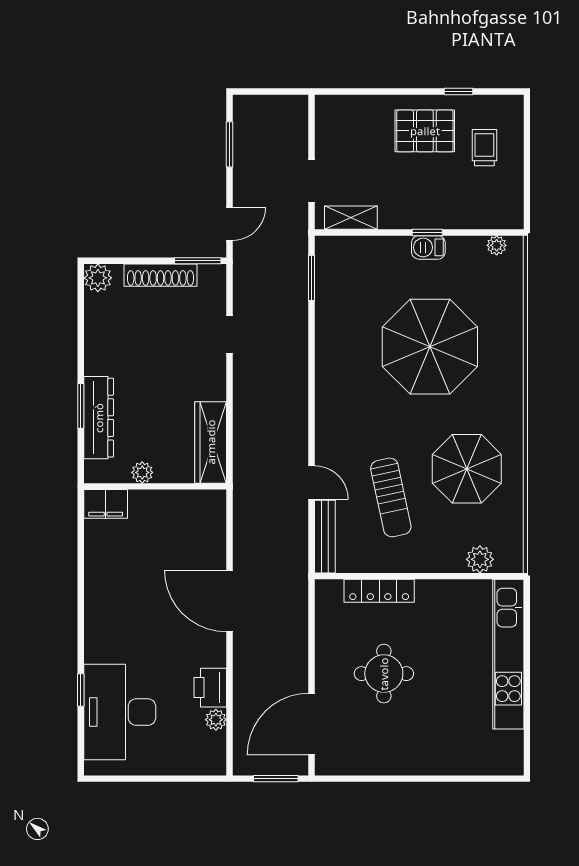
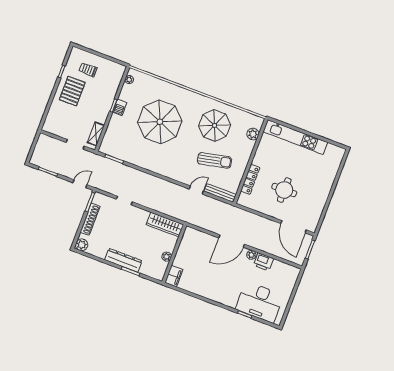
door: (229, 224) -> (80, 184), hinge flipped
dresser: (99, 418) -> (123, 260), moved
plant: (216, 720) -> (251, 255), moved

